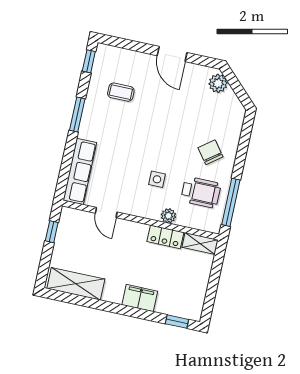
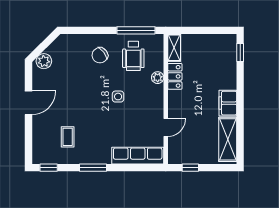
side table: (157, 179) -> (118, 97), moved
wheelchair: (201, 192) -> (133, 56), turned 180
filing cabinet: (140, 298) -> (228, 103), moved

